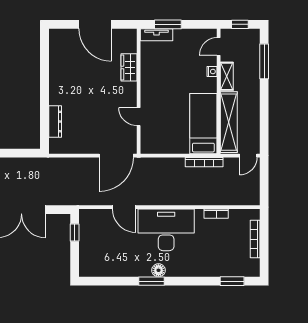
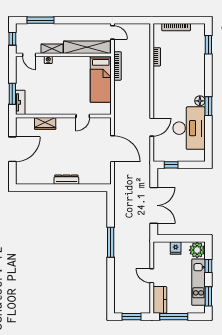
dresser: (55, 122) -> (66, 180), moved
bed: (203, 124) -> (101, 79), moved, turned -90
door: (116, 156) -> (112, 149), moved
desk: (166, 230) -> (189, 128), moved, turned 180

